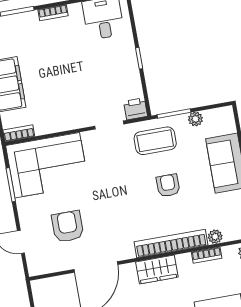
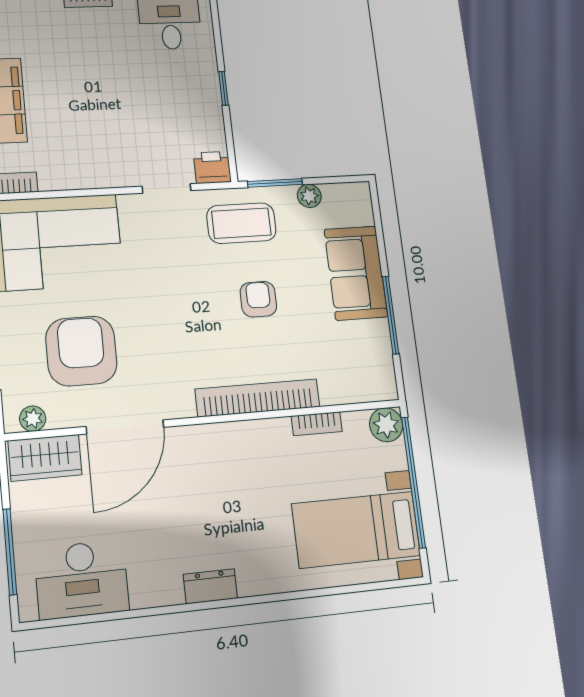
armchair: (68, 226) -> (81, 351), width x1.36, depth x1.36
plant: (215, 237) -> (33, 419), moved
wardrobe: (157, 270) -> (45, 458), moved

